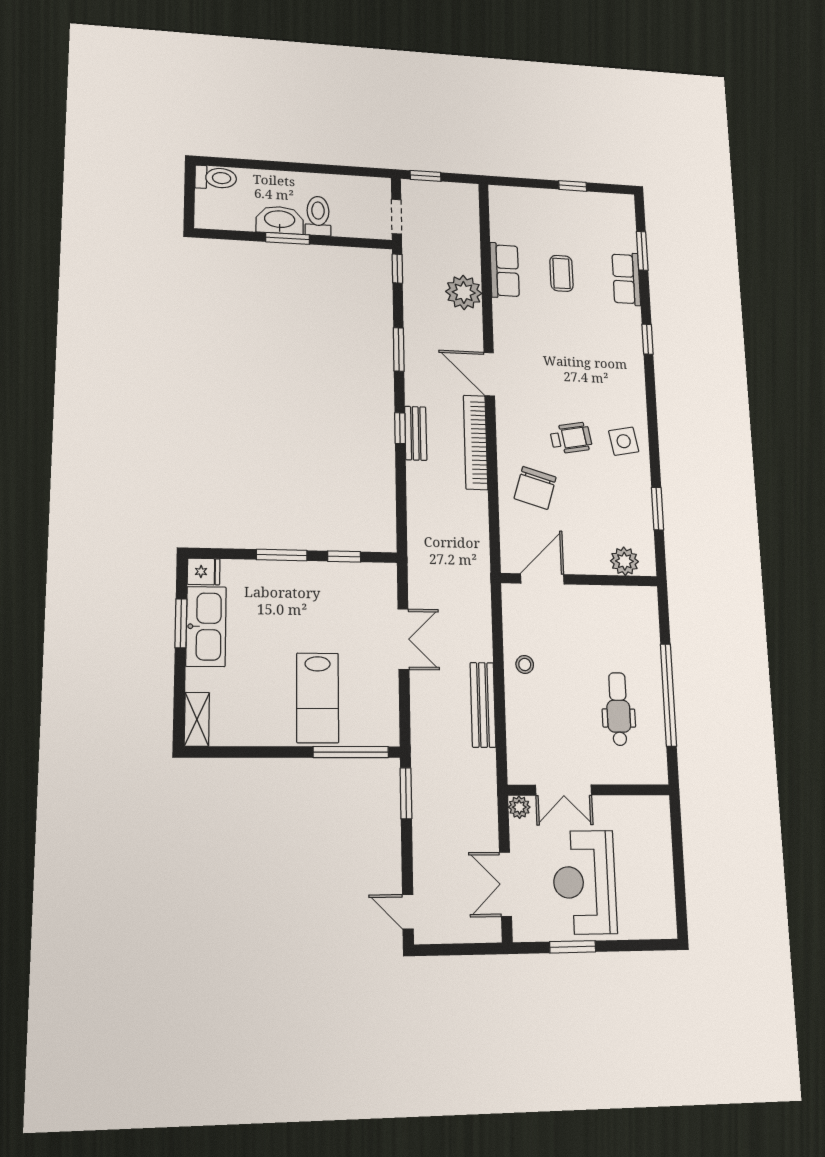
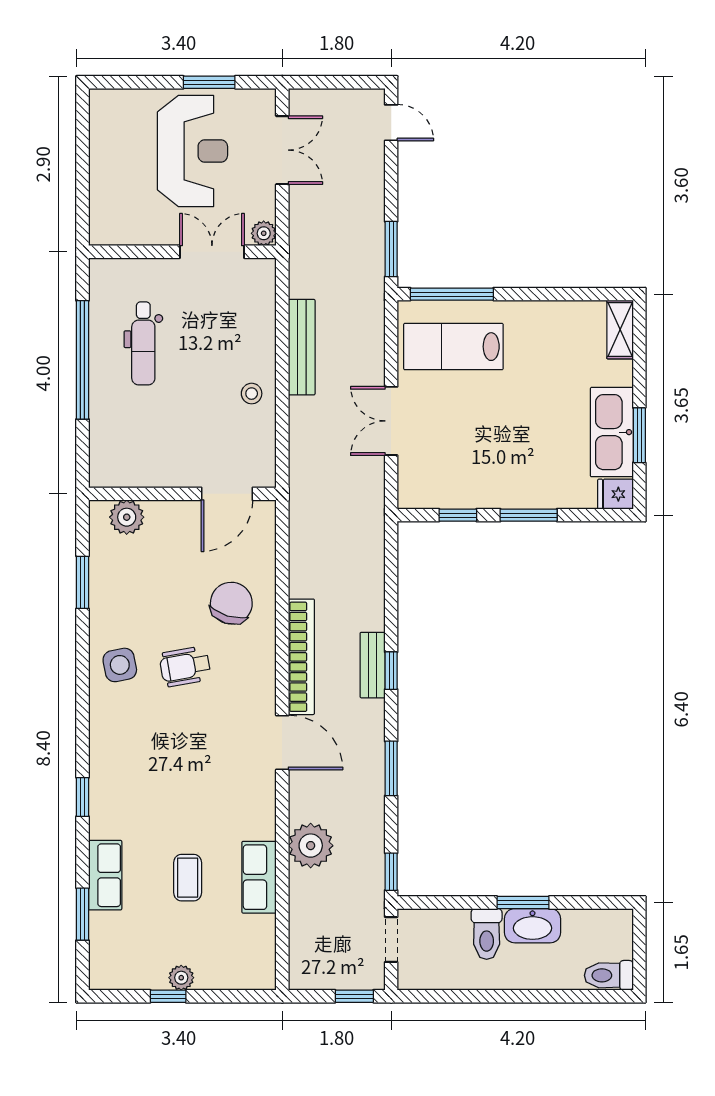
plant: (563, 199) -> (181, 978), added
lab bench: (318, 698) -> (453, 347), moved, turned -90

